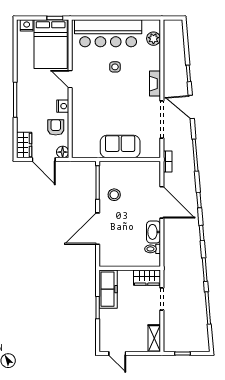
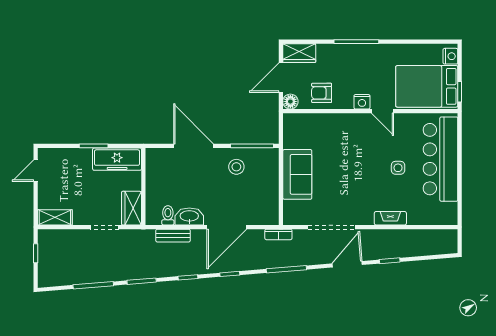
plant: (153, 39) -> (434, 216), removed
door: (70, 79) -> (383, 111), swing flipped
fireplace: (155, 84) -> (390, 218), moved
nightstand: (63, 106) -> (362, 102), moved
armchair: (56, 127) -> (322, 93), turned 180
bench: (169, 245) -> (173, 236), added

